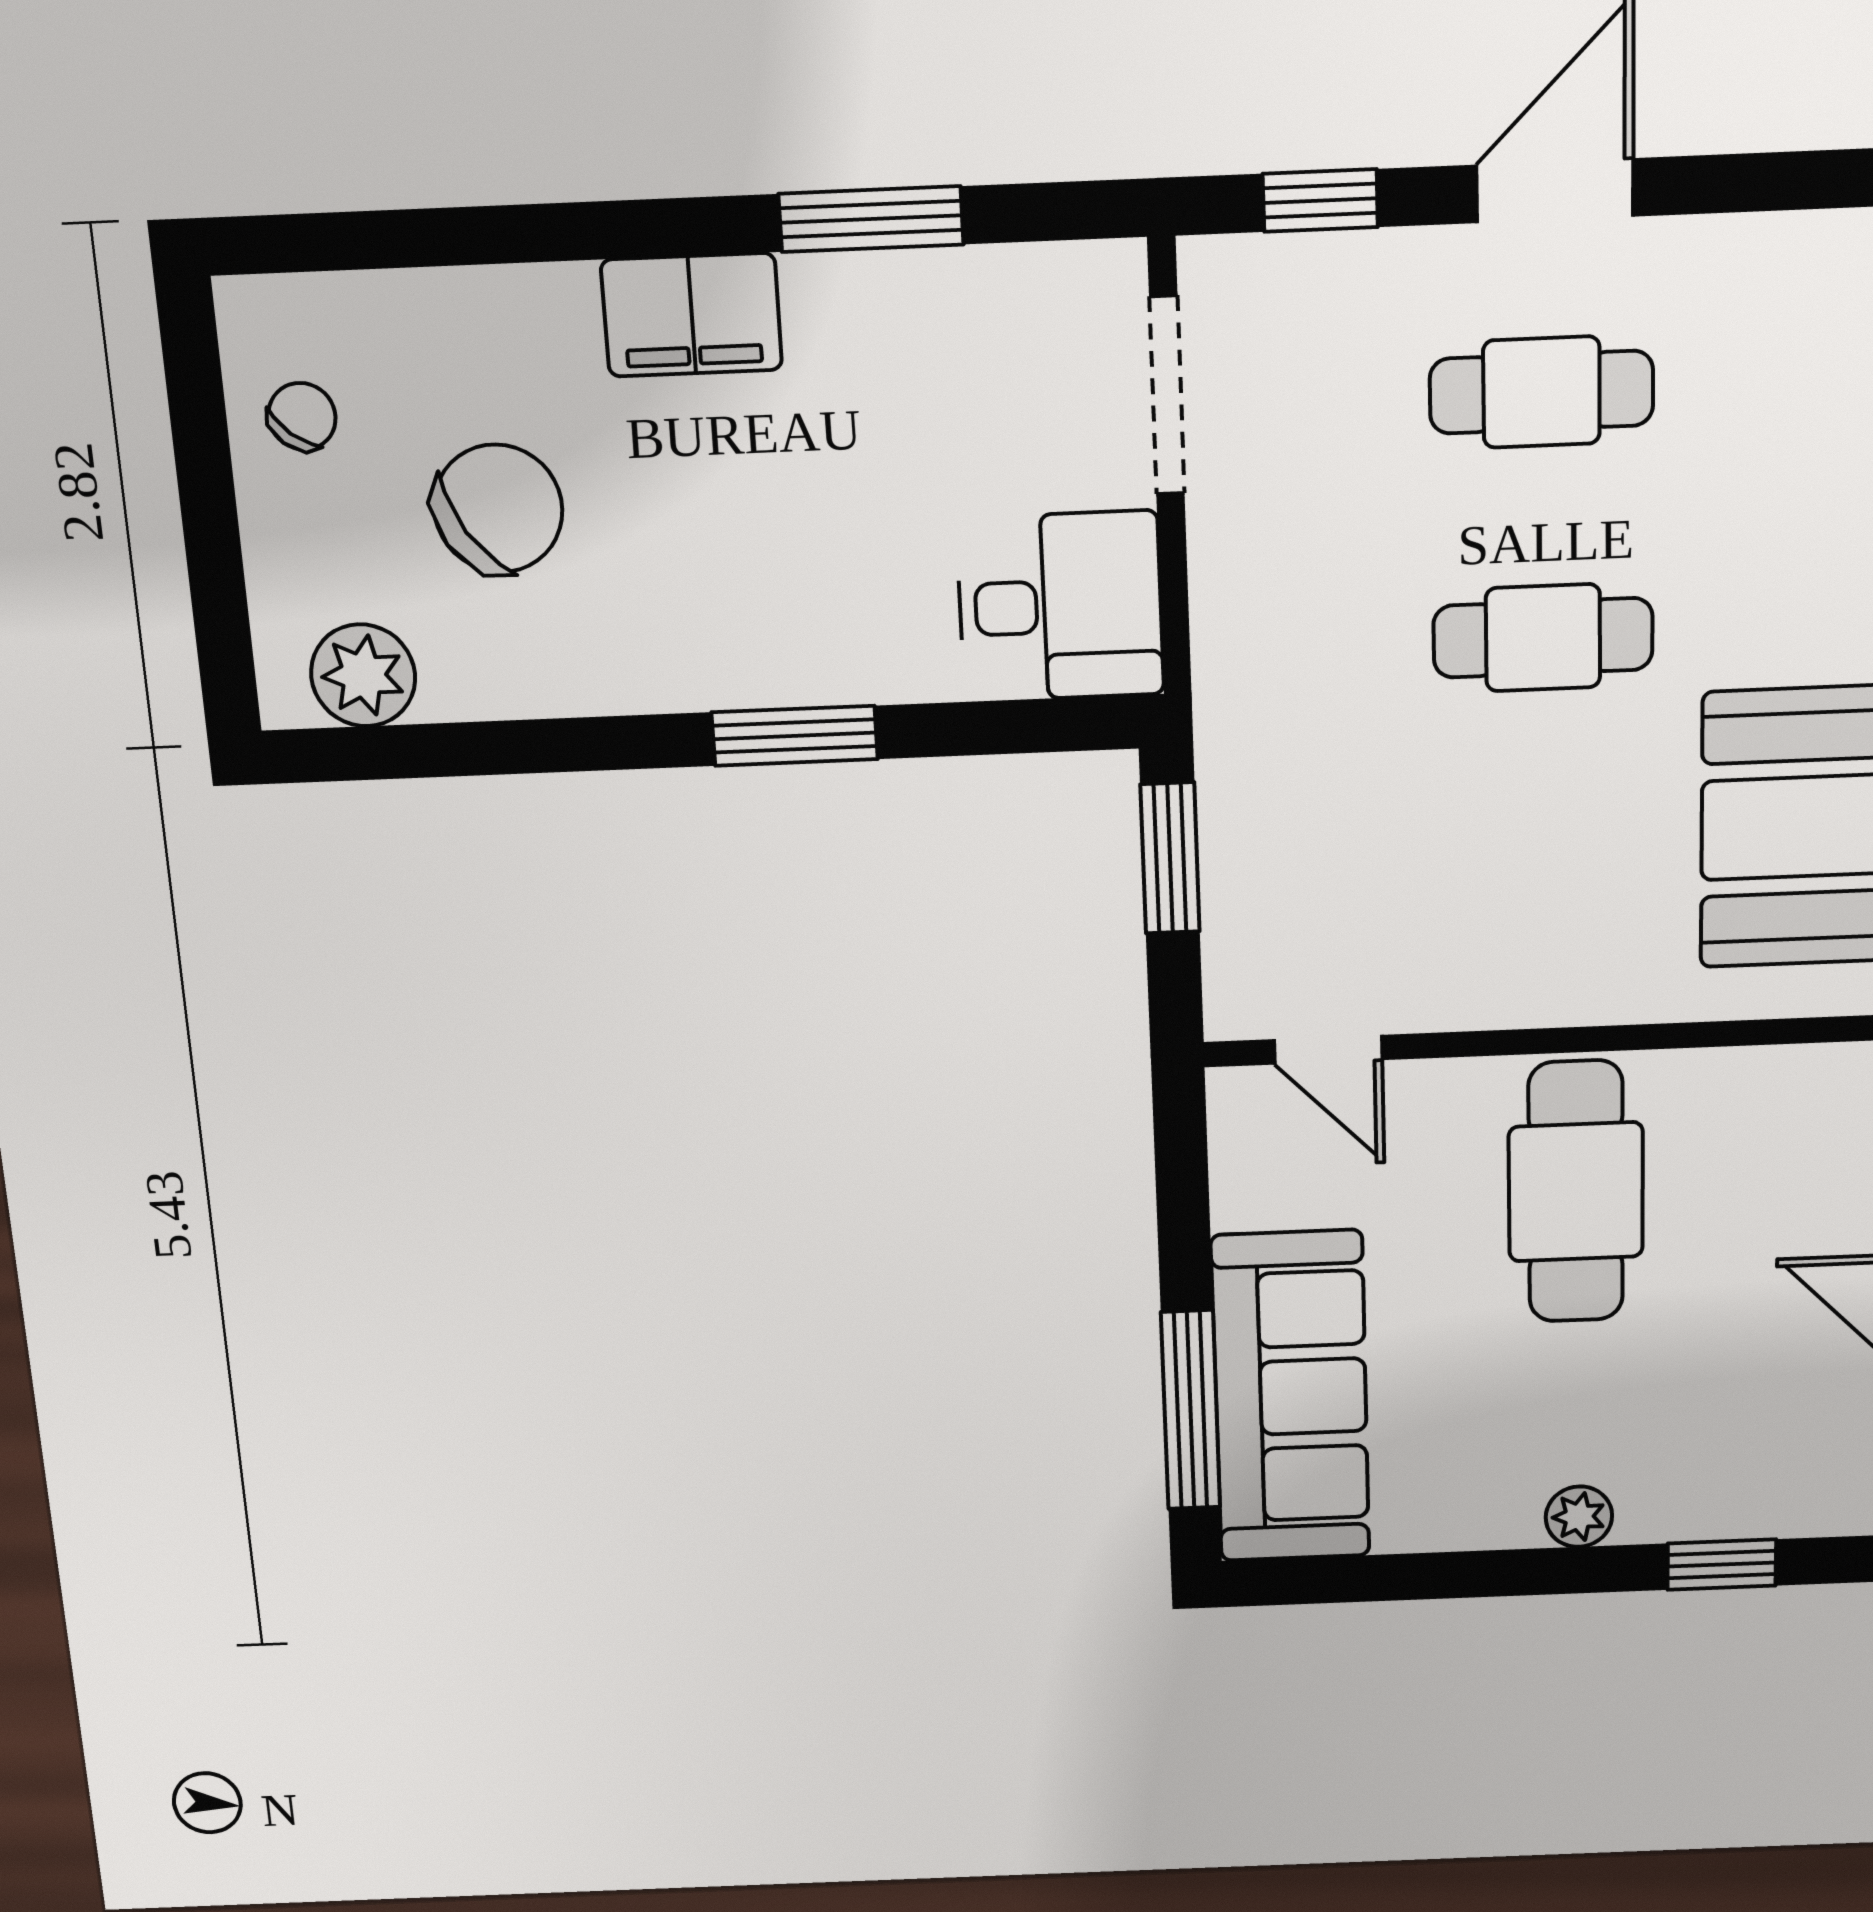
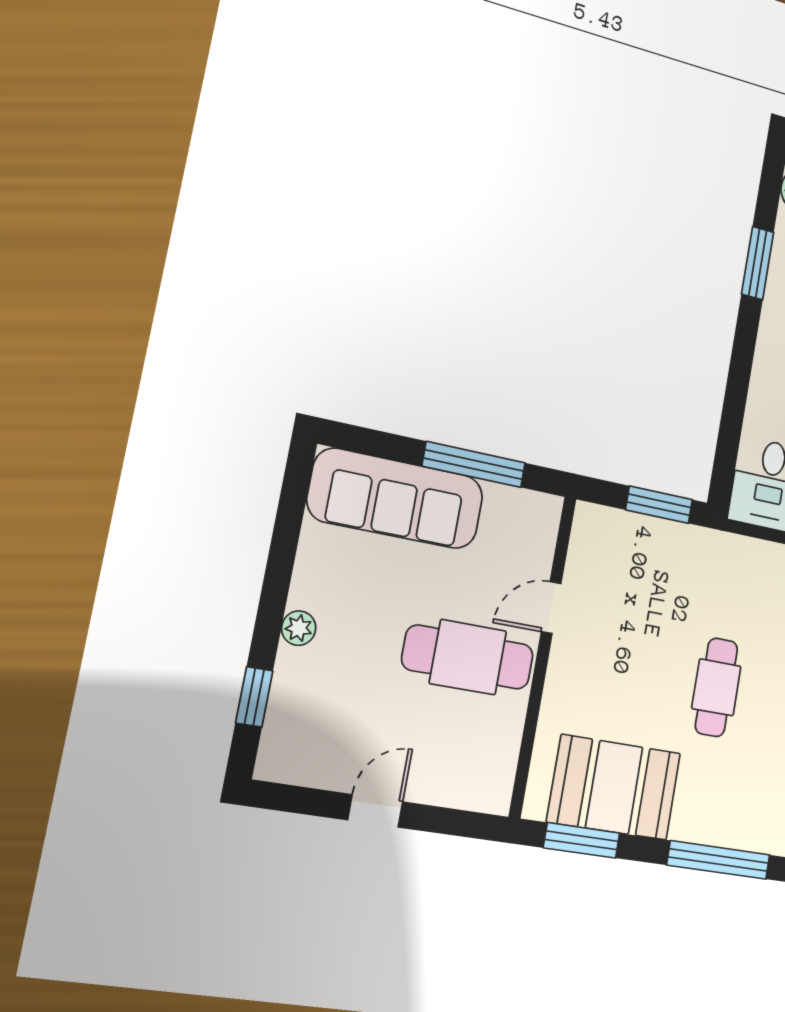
window: (795, 736) -> (758, 263), moved
door: (1328, 1050) -> (551, 608), moved
window: (1191, 1410) -> (474, 465), moved

